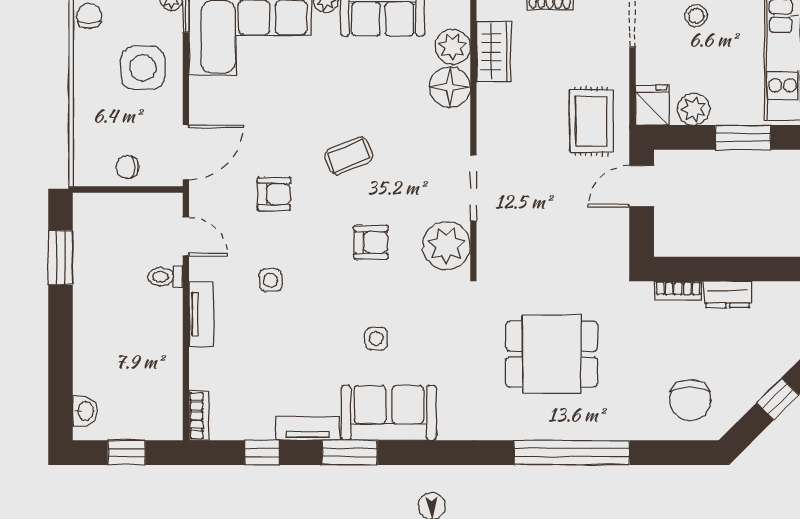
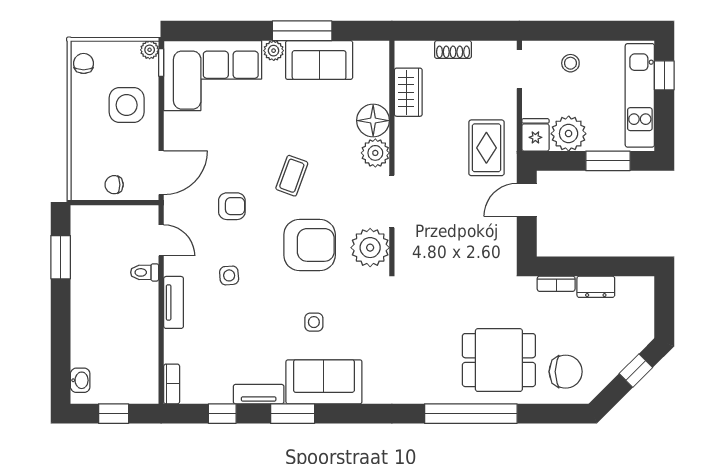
plant: (453, 47) -> (375, 153), moved
plant: (694, 109) -> (569, 134), width x1.36, depth x1.36
coffee table: (349, 156) -> (292, 176), turned -48
armchair: (371, 242) -> (310, 245), width x1.88, depth x1.88
dining table: (552, 354) -> (499, 360), moved
chair: (690, 400) -> (566, 372), turned -90

